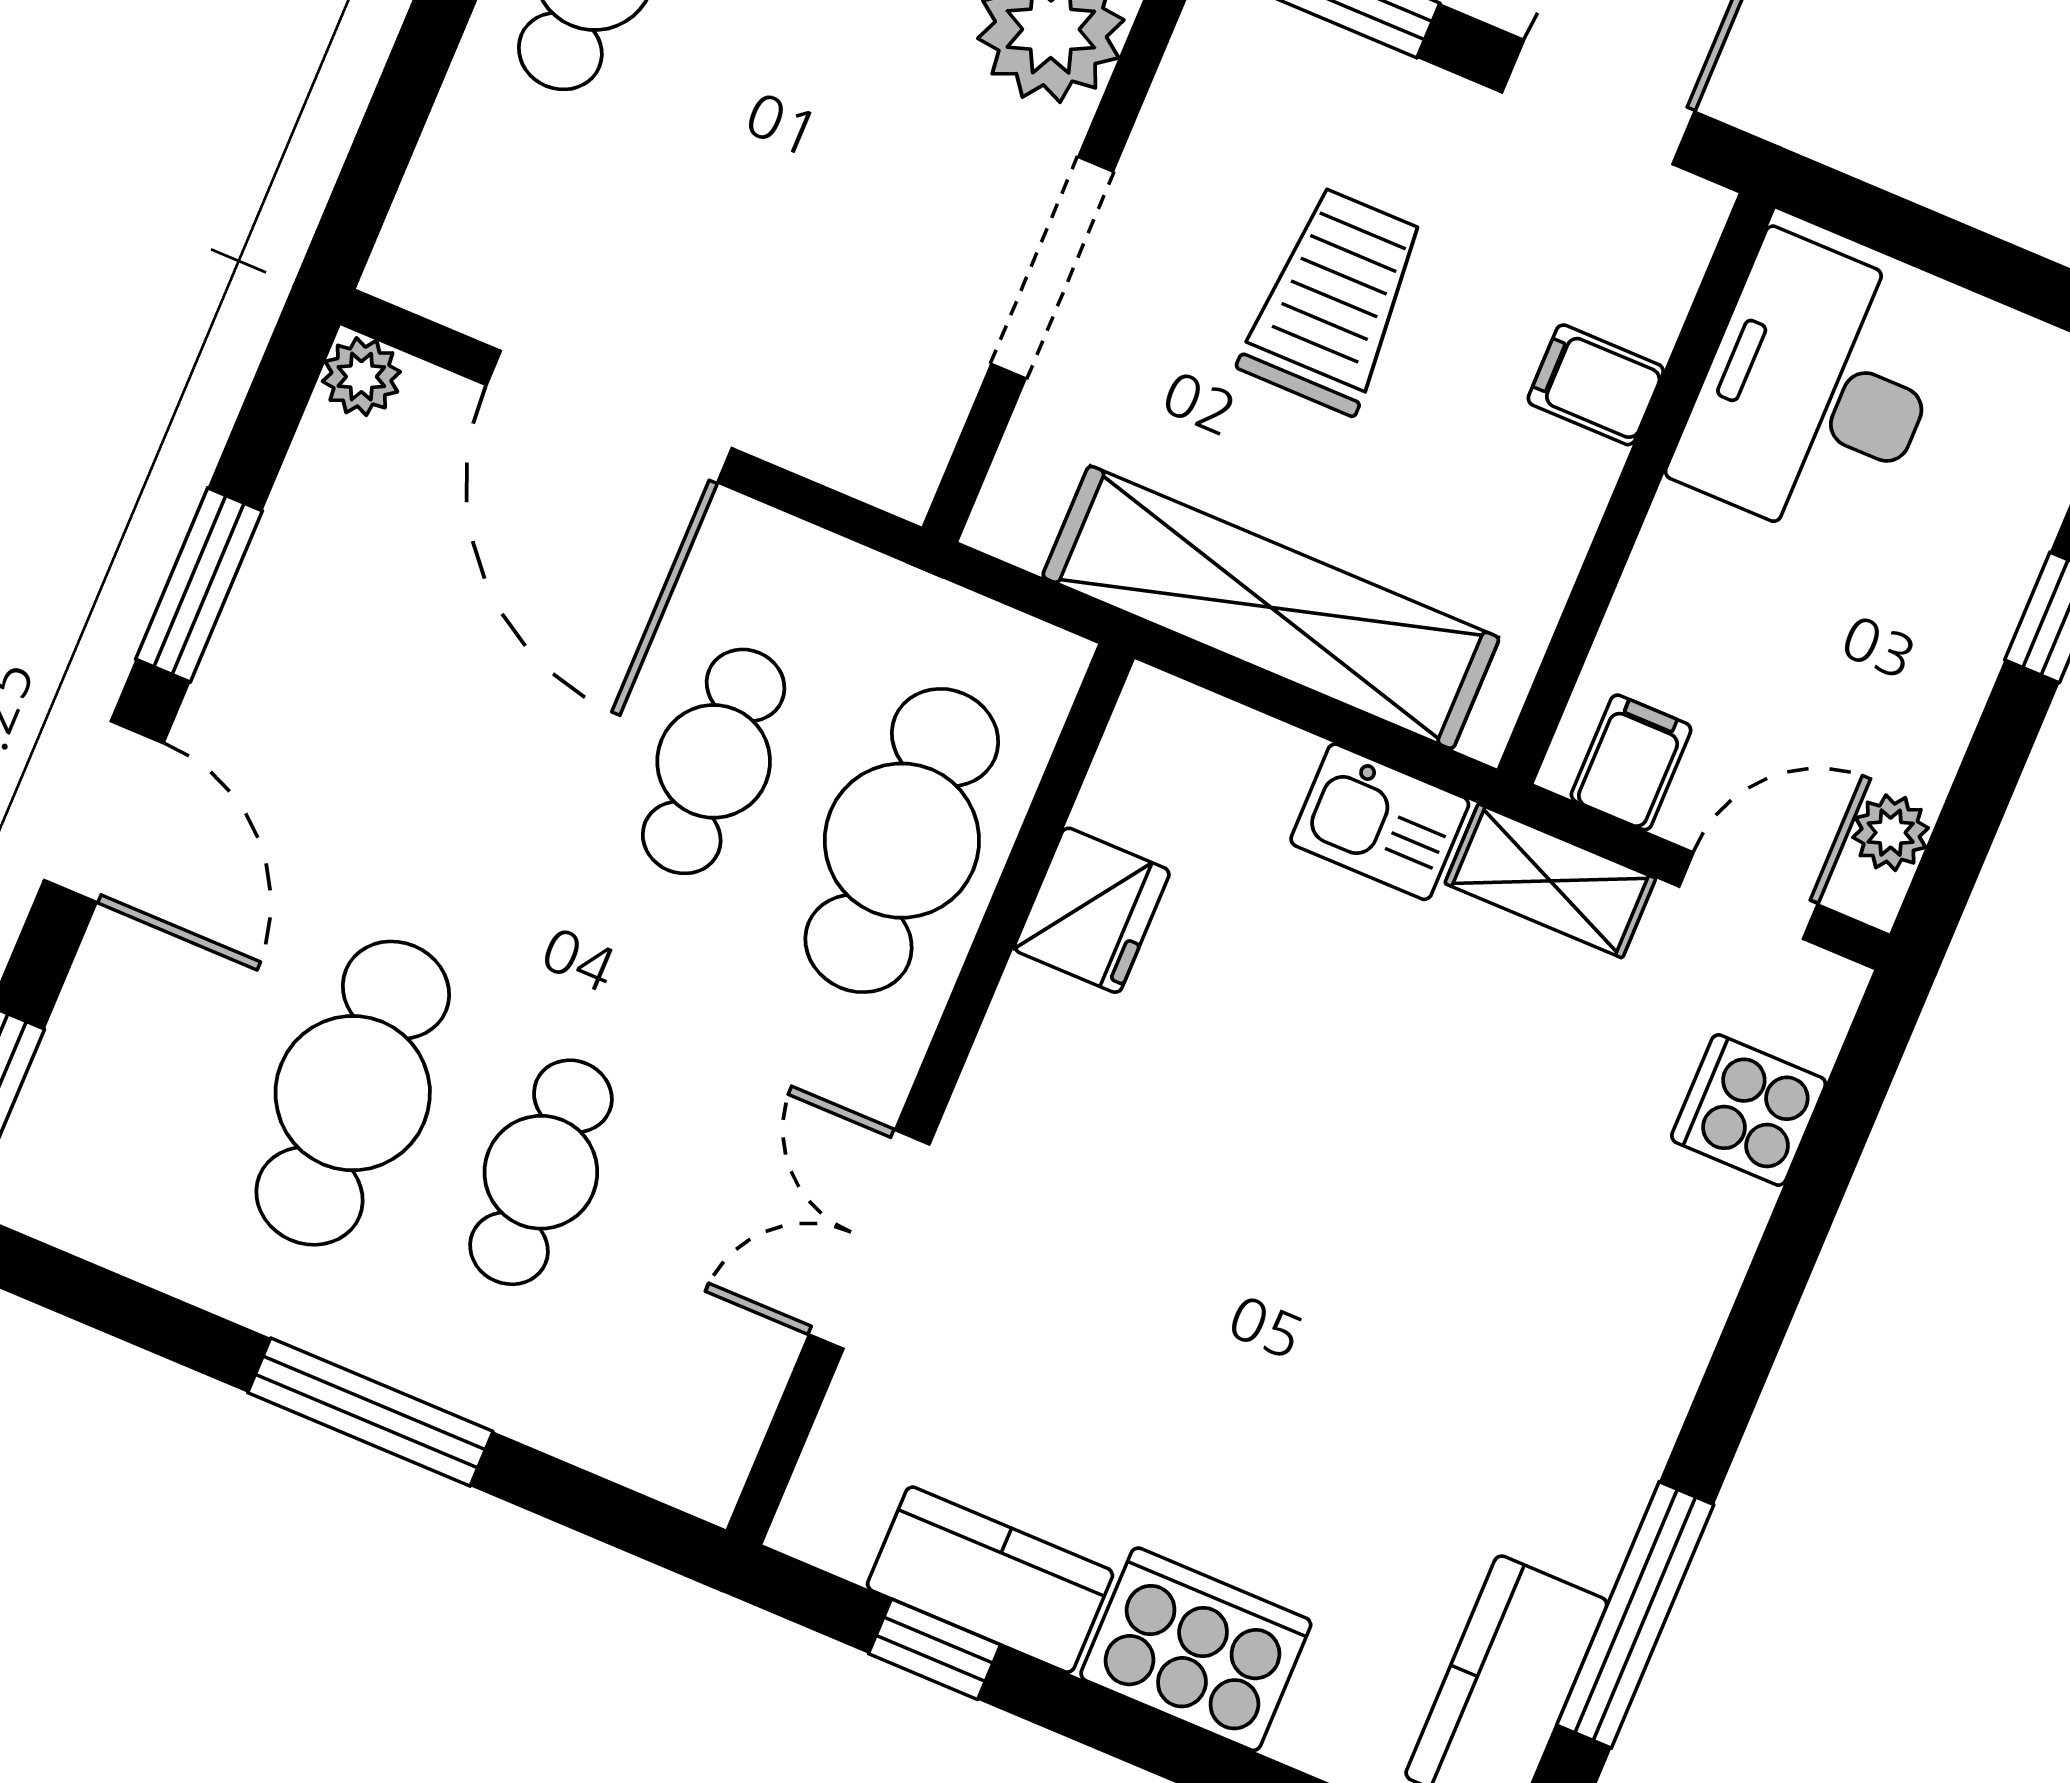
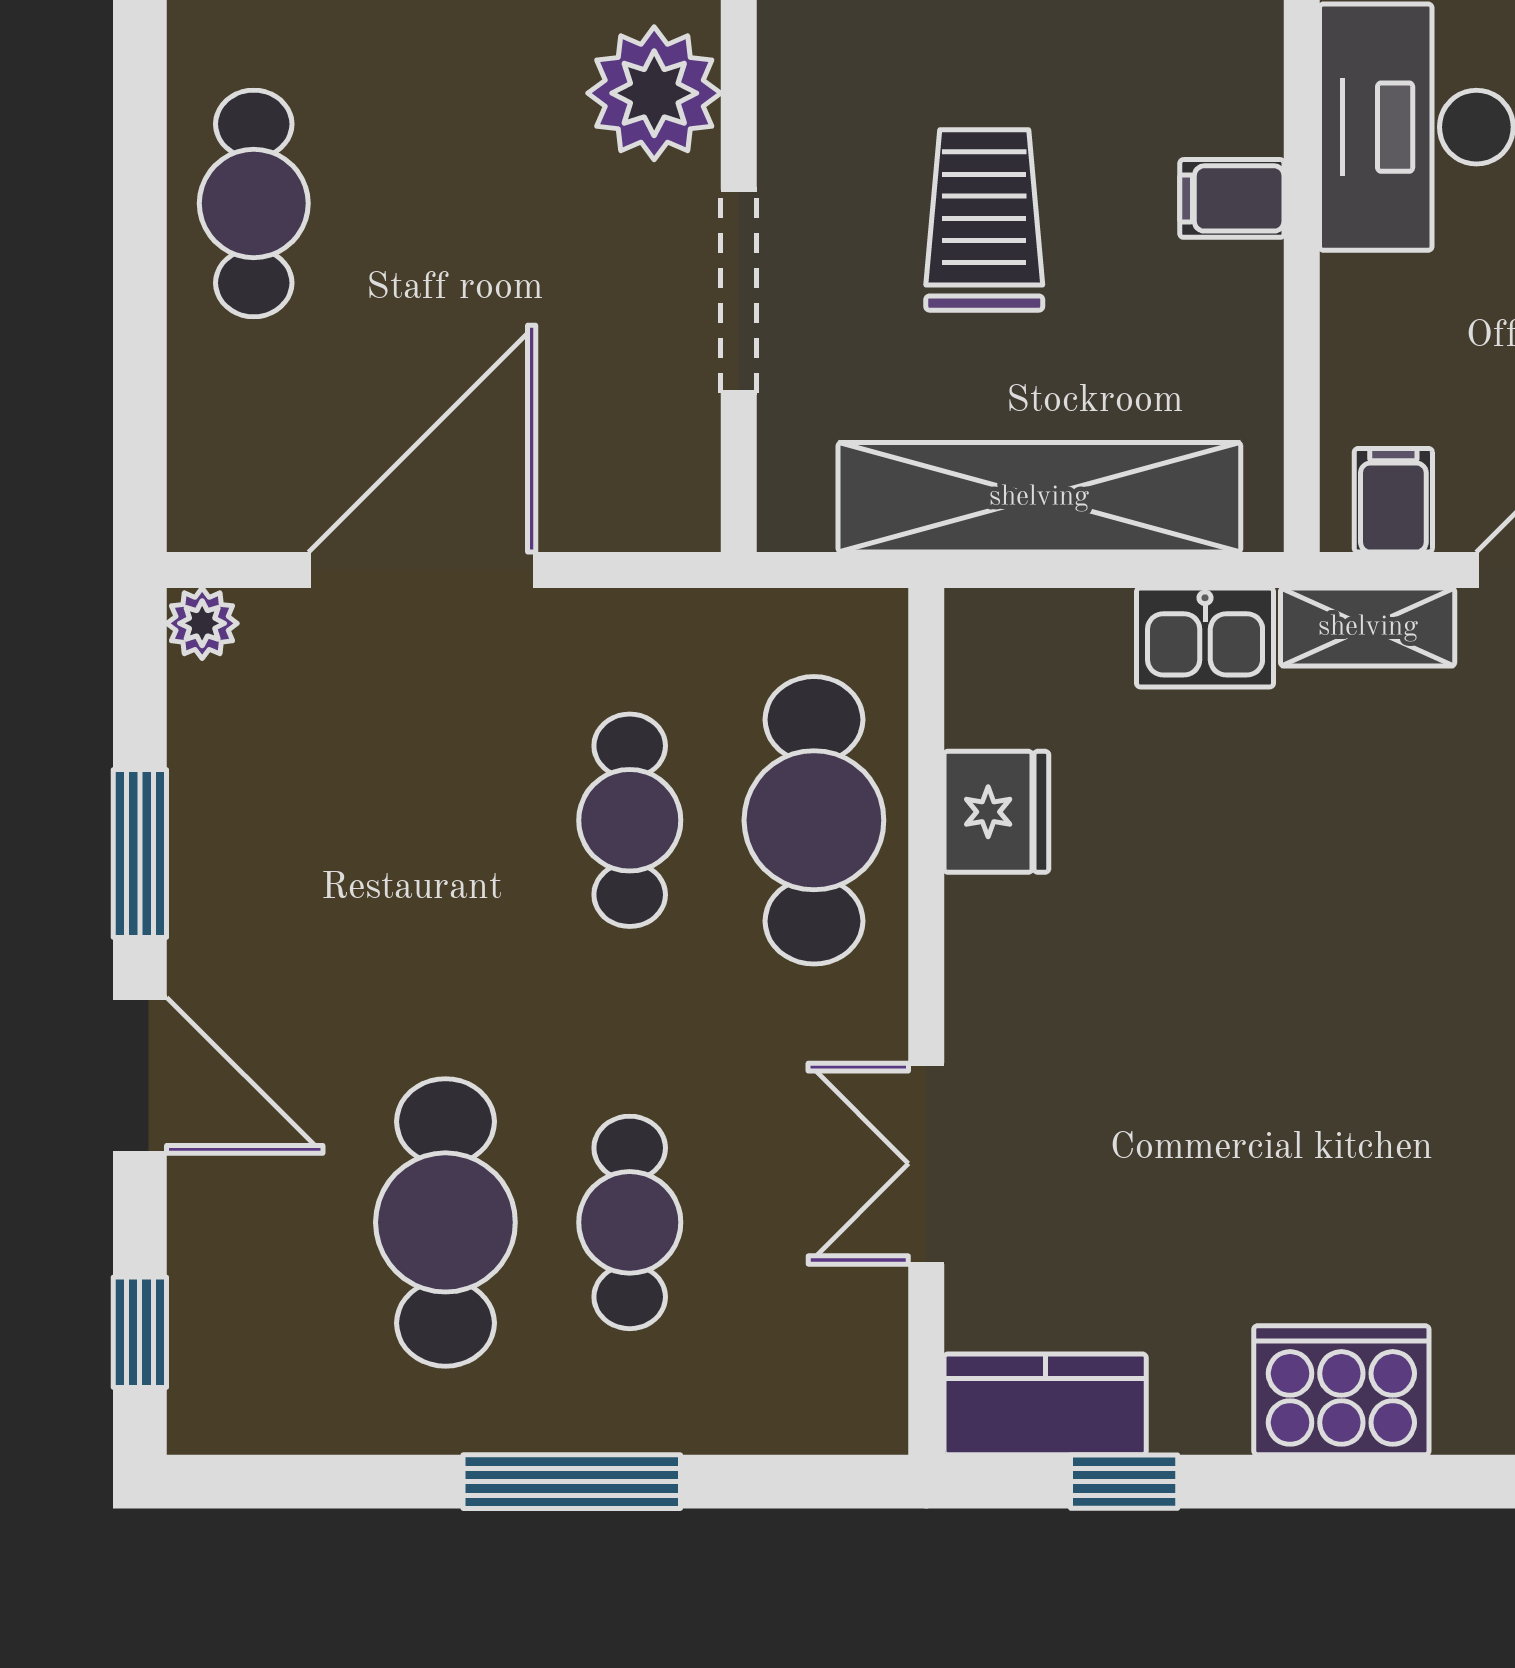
door: (609, 417) -> (422, 570), swing flipped
kitchen counter: (990, 1580) -> (1045, 1404), moved

